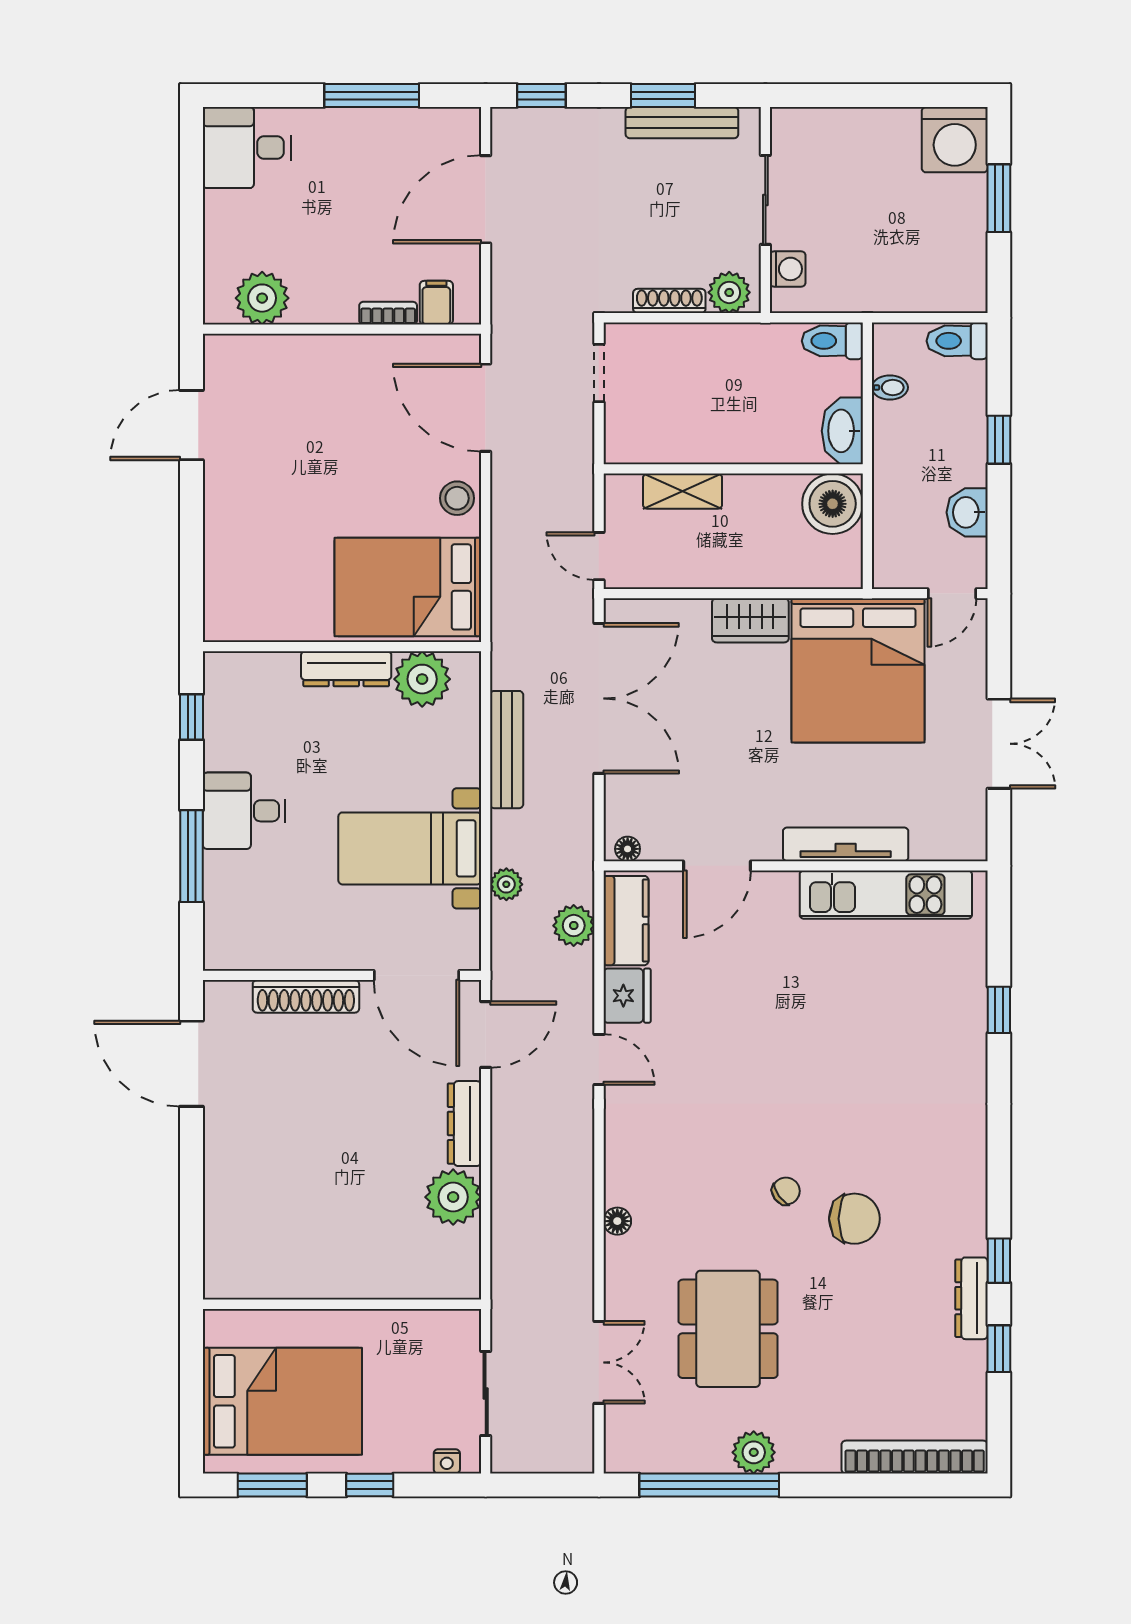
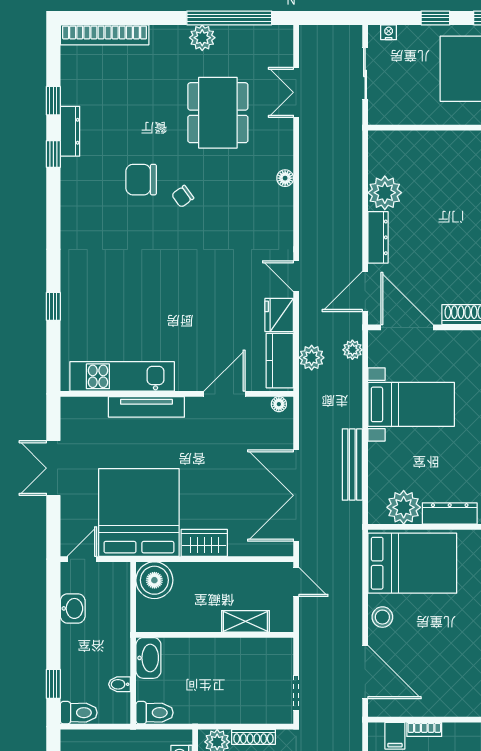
window: (999, 440) -> (53, 684), moved
boiler: (833, 504) -> (154, 580), moved
plant: (506, 884) -> (352, 350), moved

